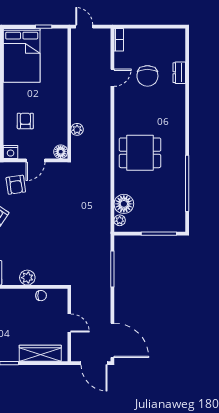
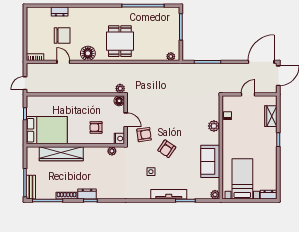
plant: (77, 129) -> (120, 89), moved
floor lamp: (124, 204) -> (88, 53), moved
wardrobe: (40, 353) -> (271, 116), width x0.67

